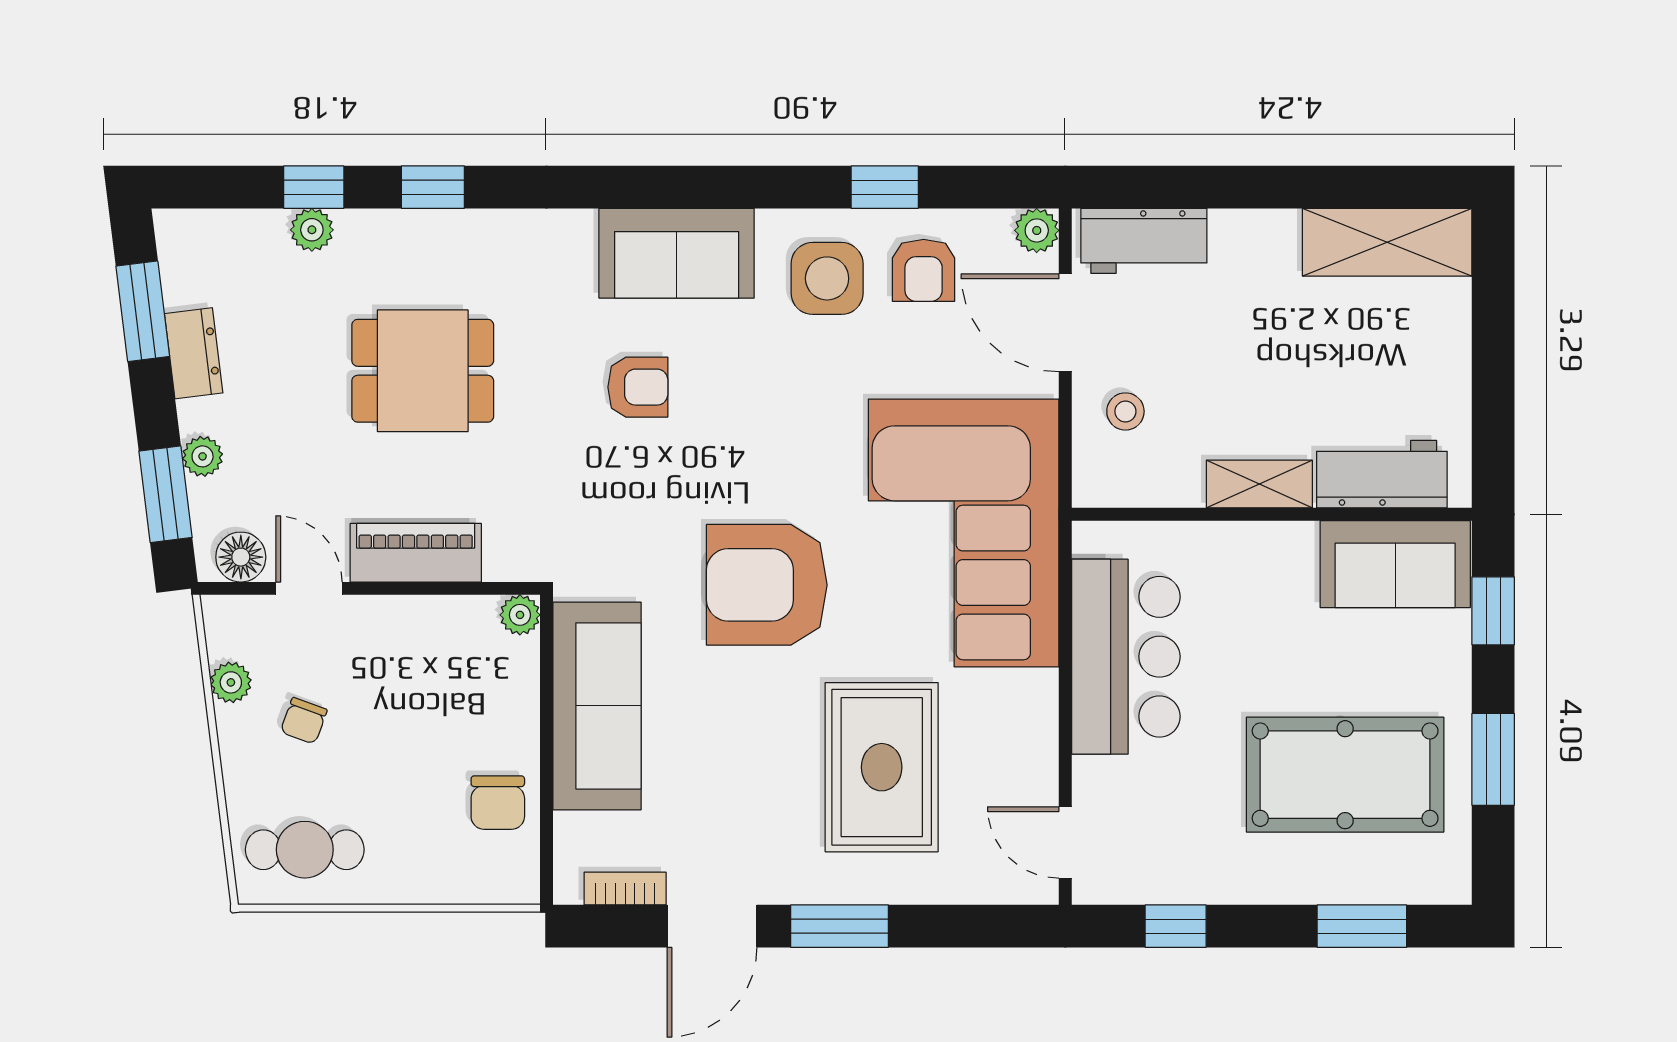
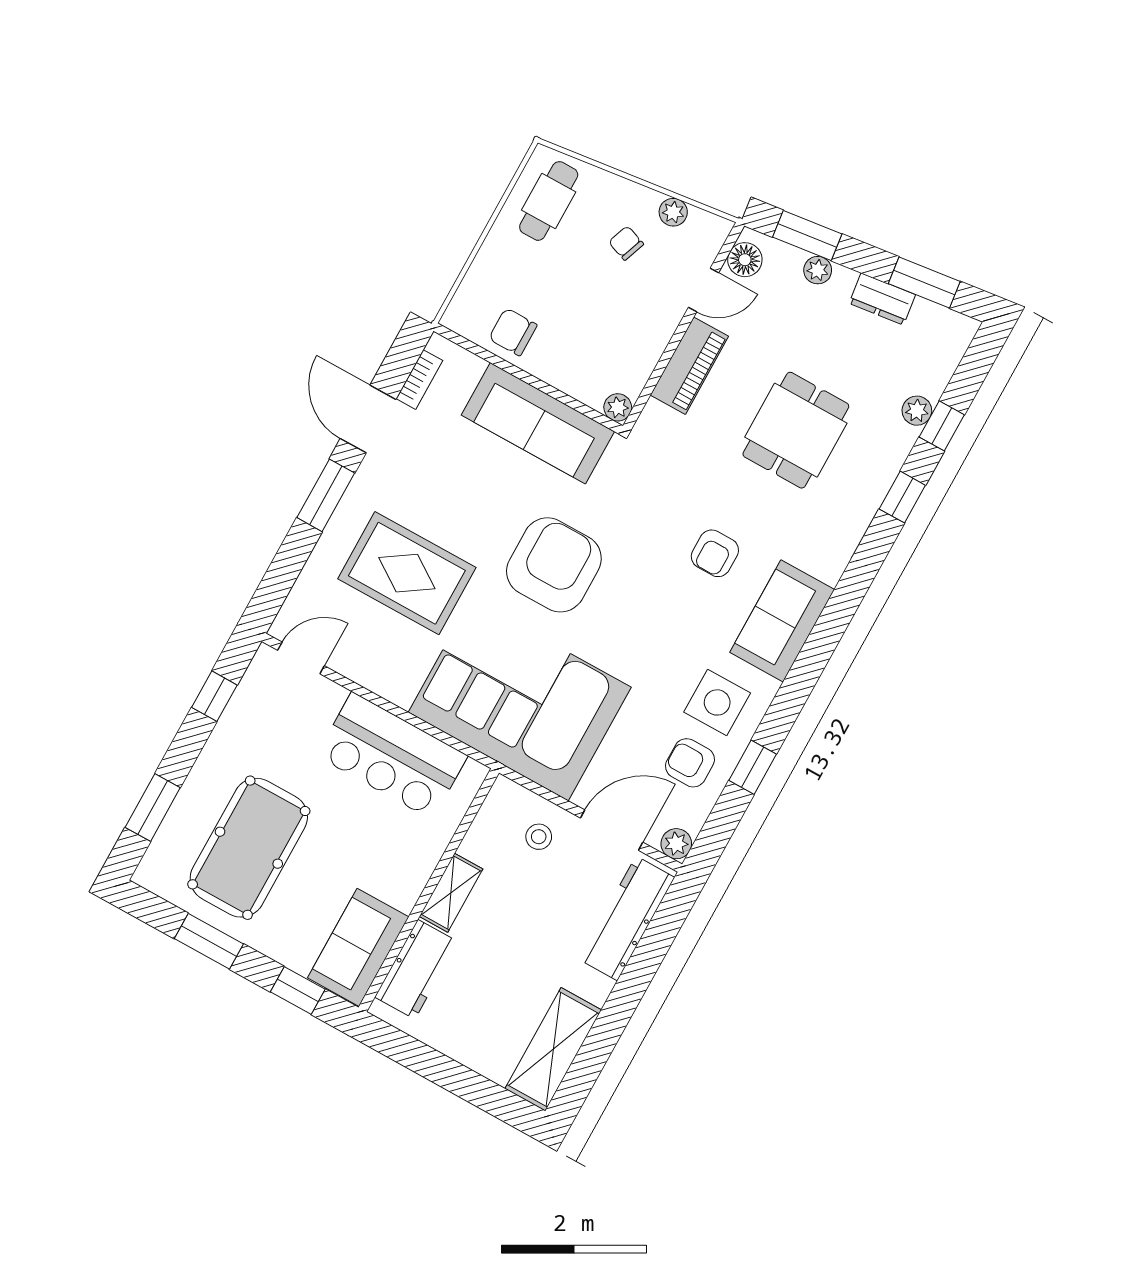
workbench: (1144, 241) -> (627, 918), width x1.38

